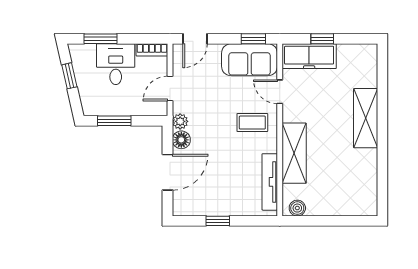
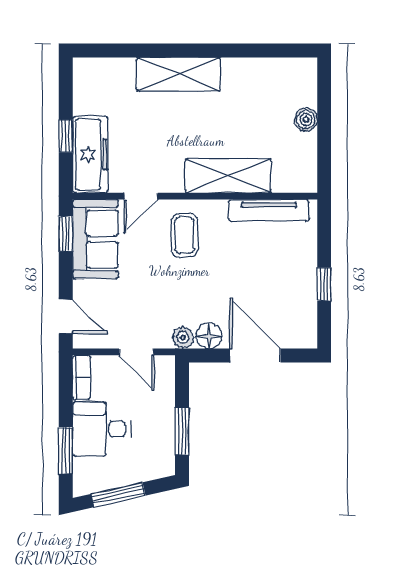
window: (69, 76) -> (118, 495), width x1.50
boiler: (297, 208) -> (306, 120), moved

